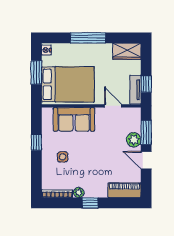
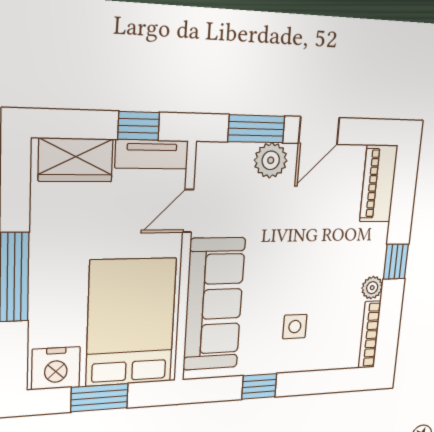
nightstand: (46, 50) -> (56, 368), width x1.89, depth x1.79
wardrobe: (127, 51) -> (76, 160), moved, turned 90
sofa: (74, 119) -> (214, 304), width x1.36

